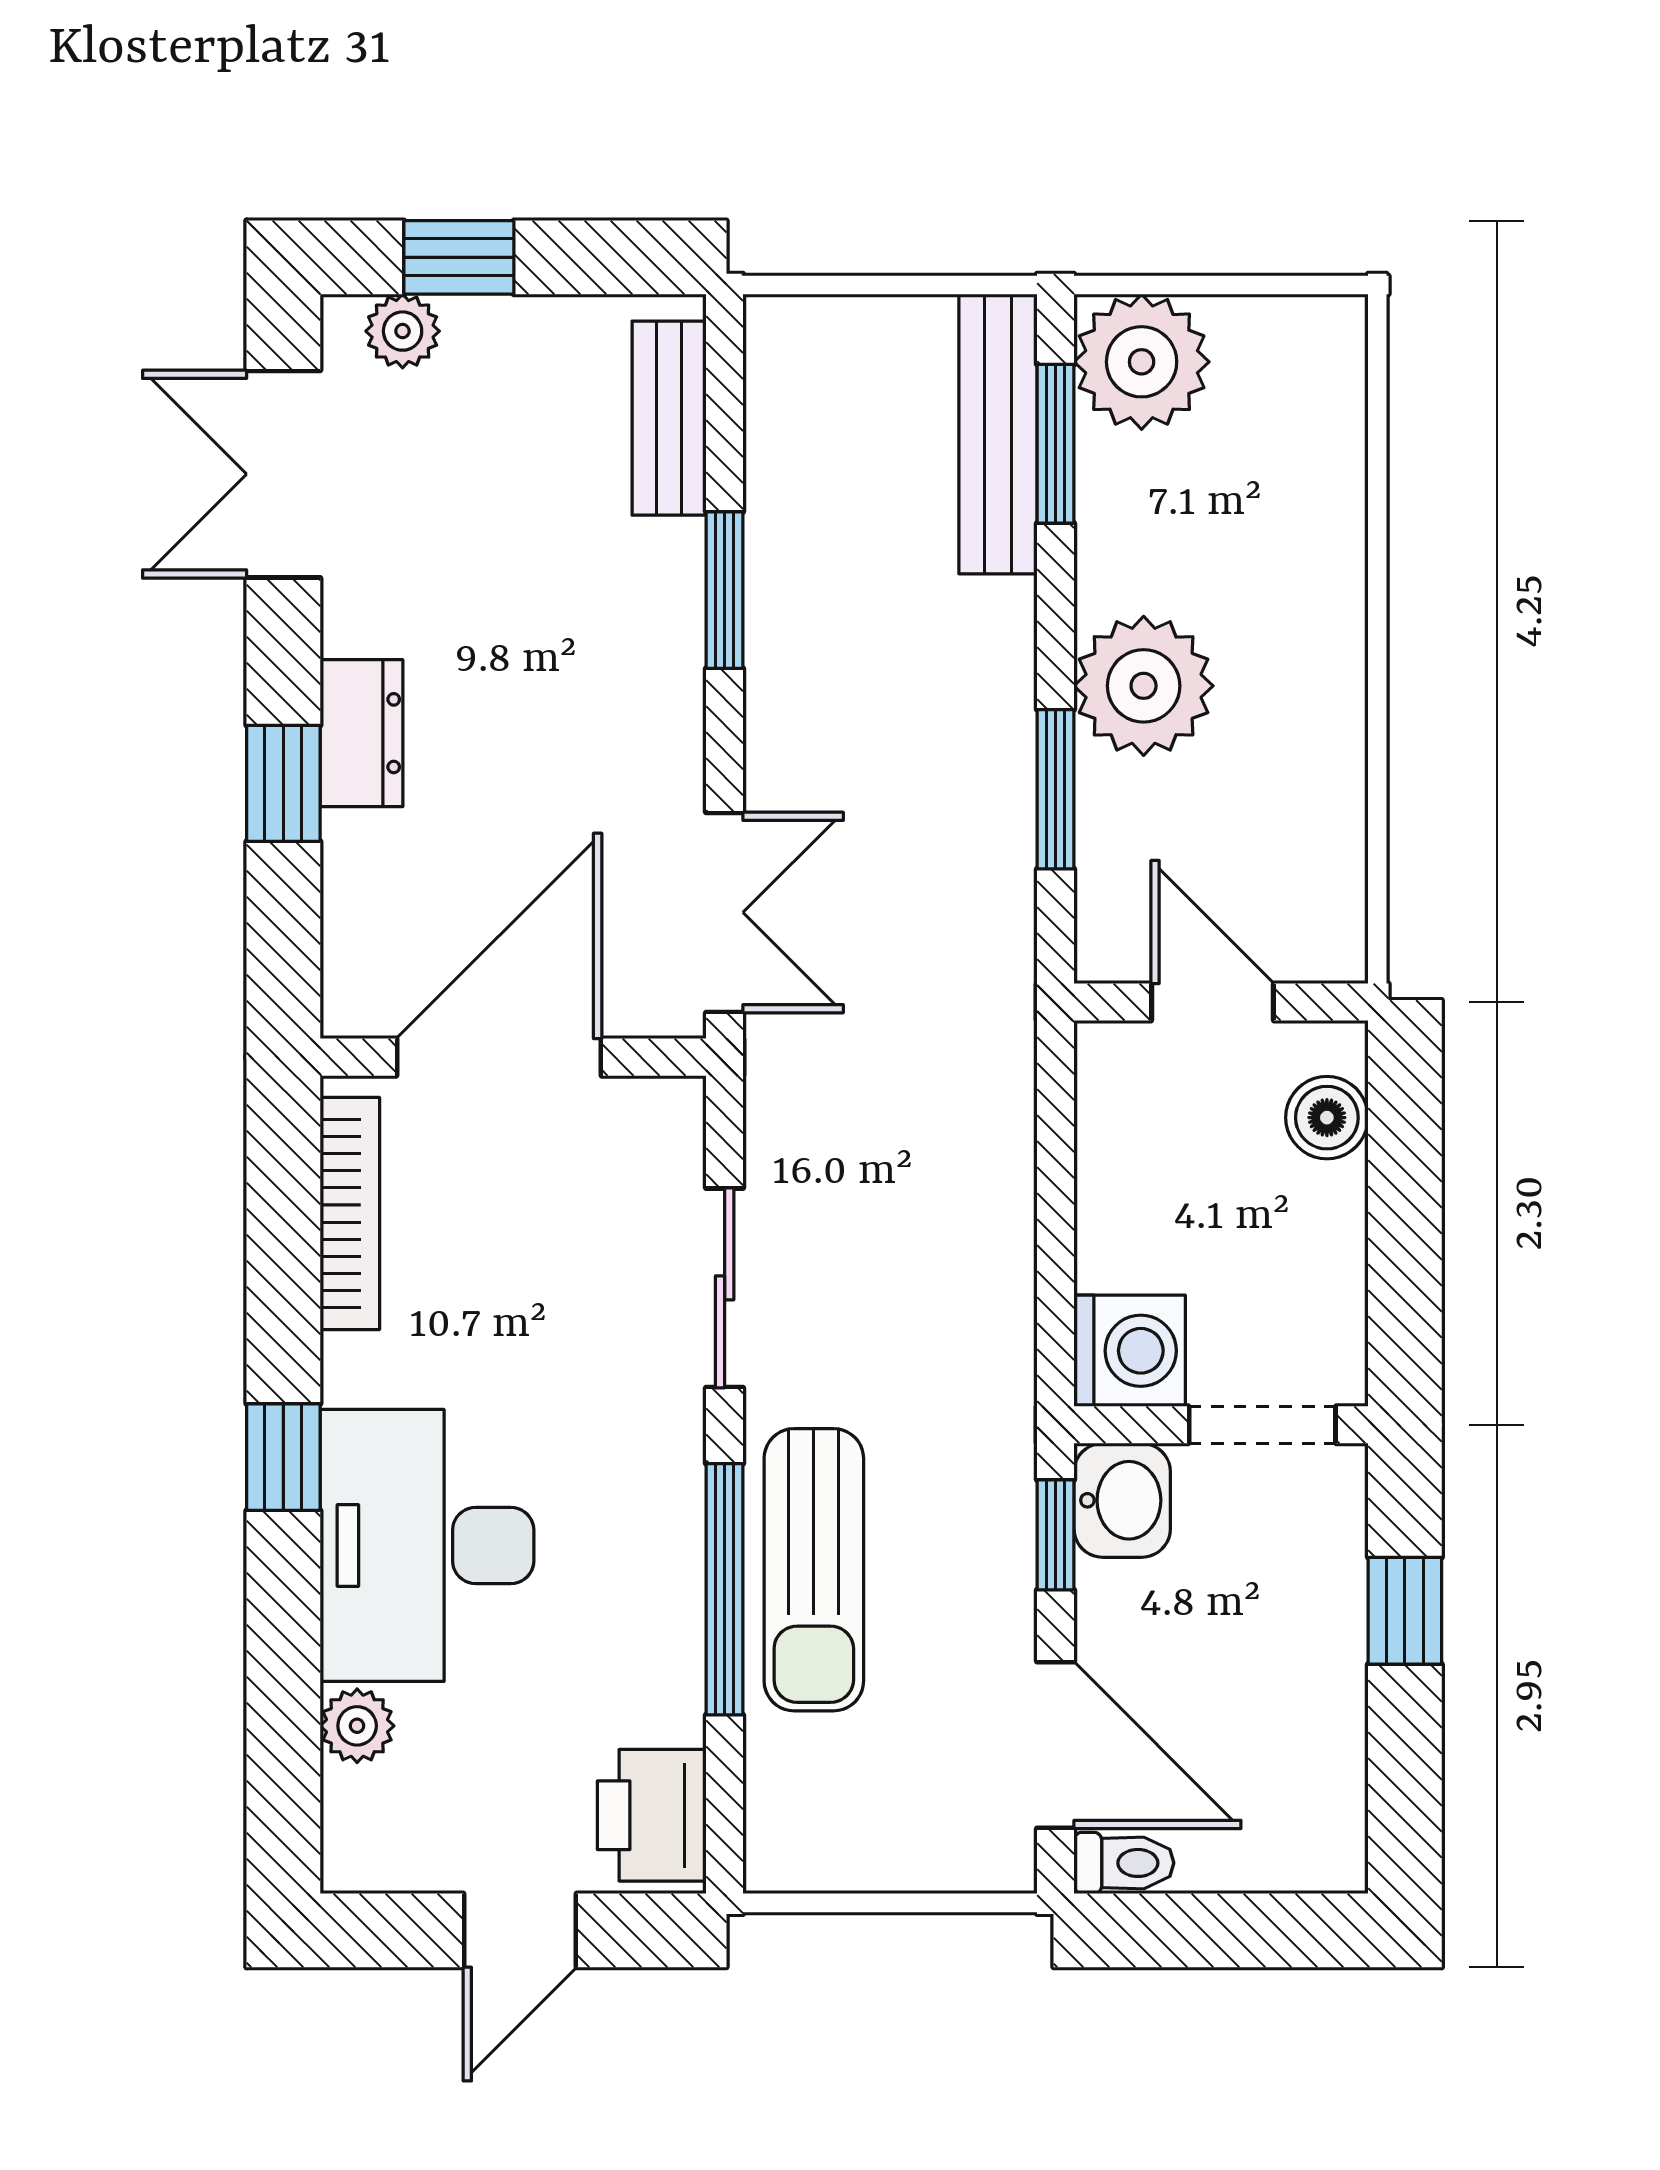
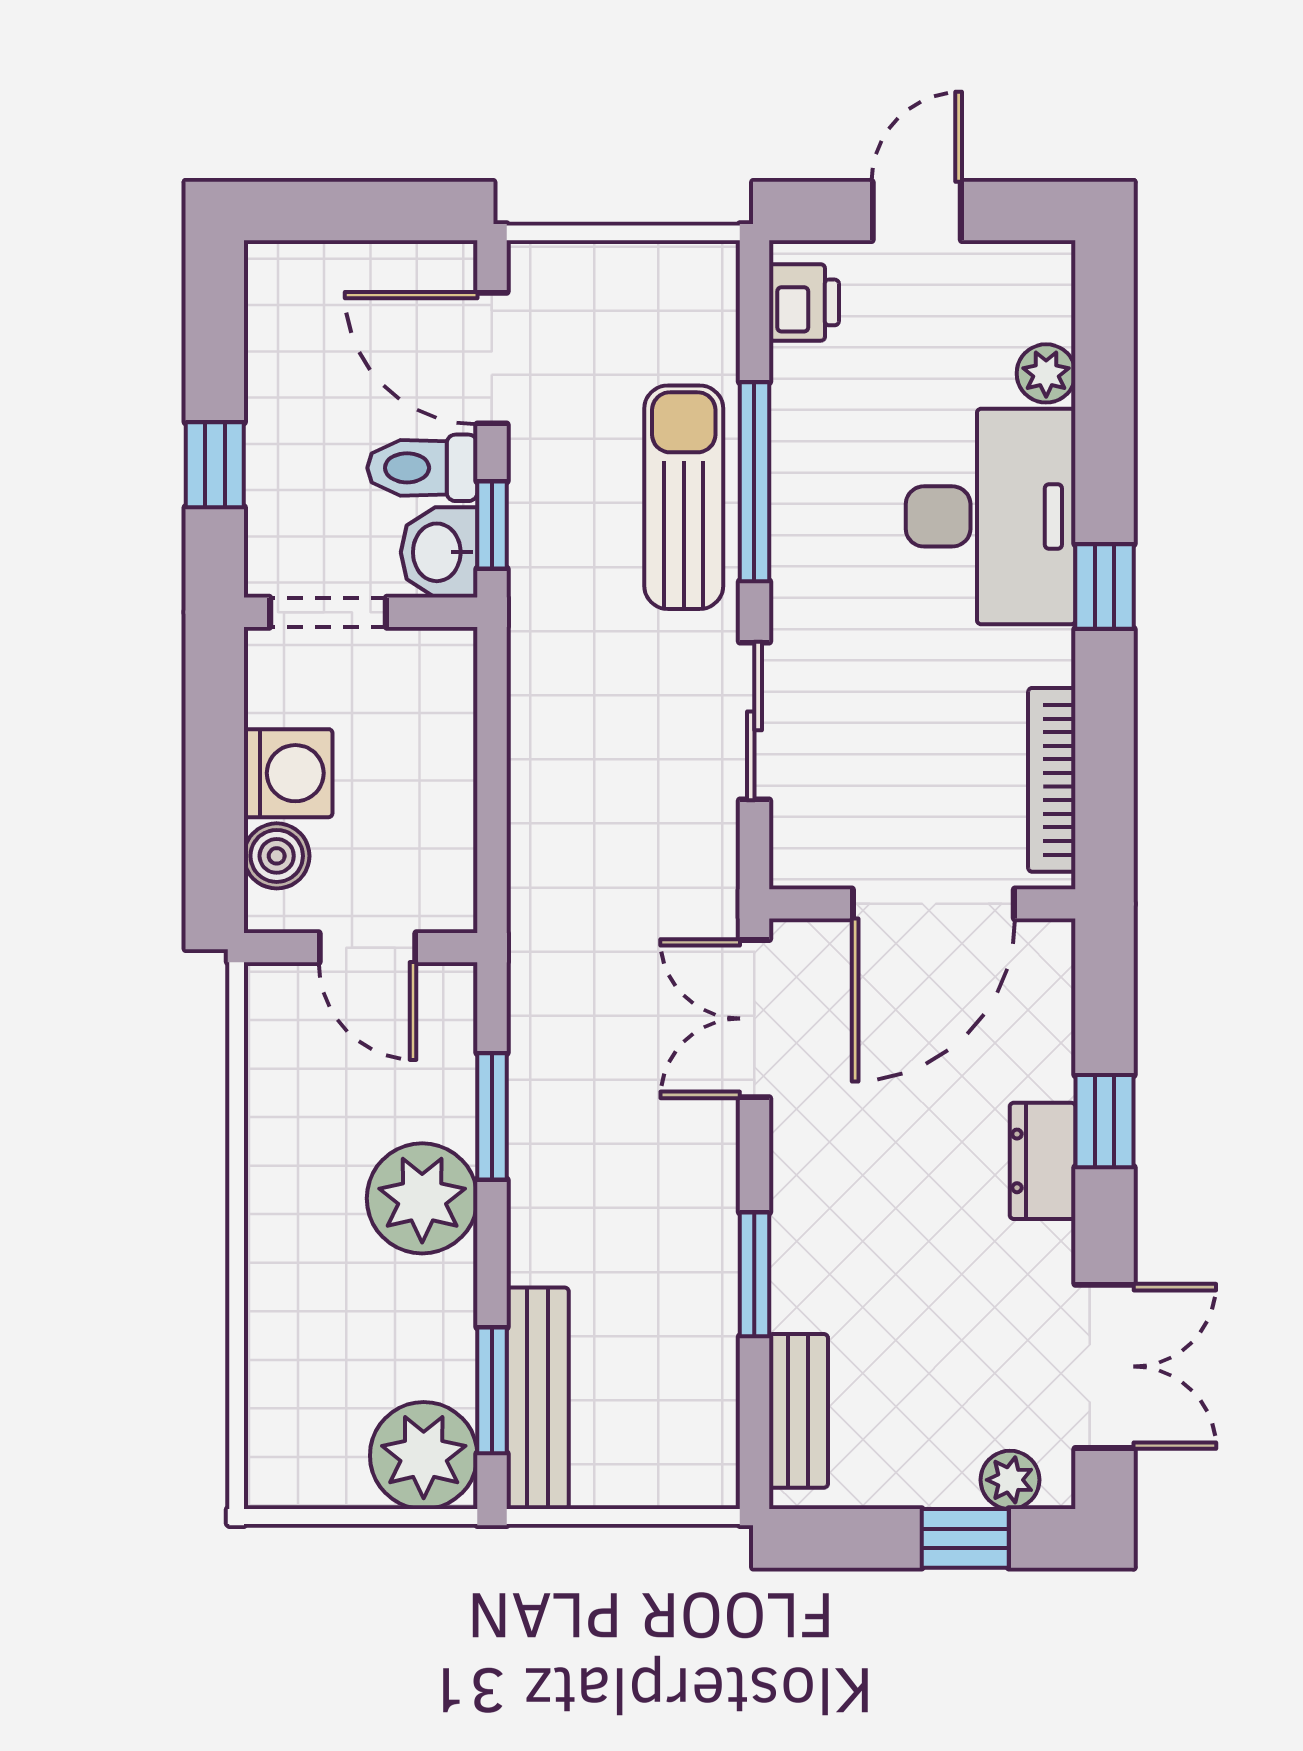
washing machine: (1130, 1351) -> (288, 773), moved, turned 180
printer: (652, 1815) -> (804, 302), width x0.73, depth x0.81
toilet: (1124, 1863) -> (422, 468), moved, width x1.37, depth x1.39

